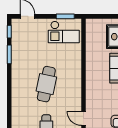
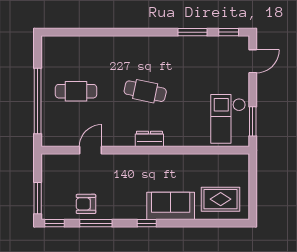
dresser: (76, 81) -> (149, 139), added
cafe table: (46, 84) -> (145, 91), width x0.73, depth x0.74

